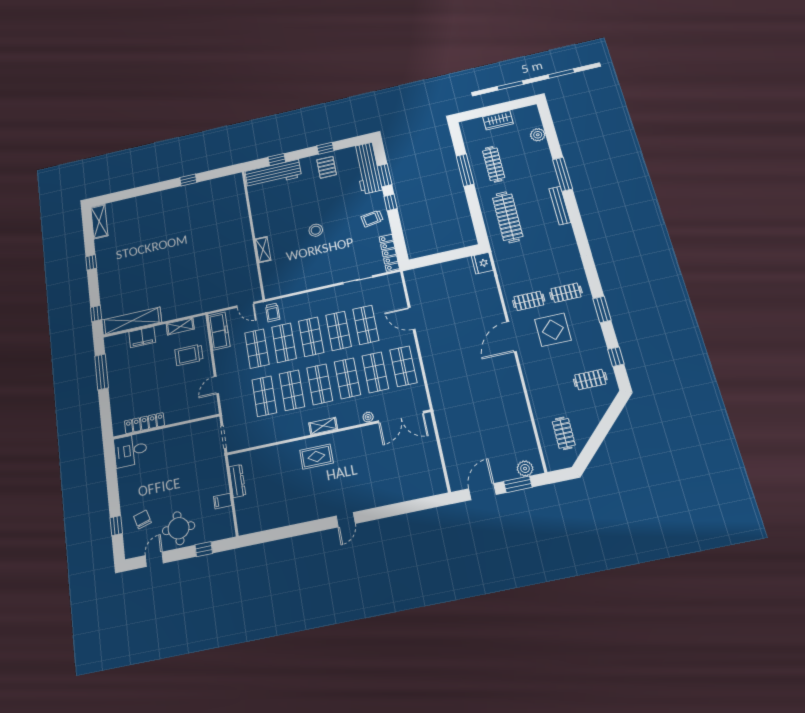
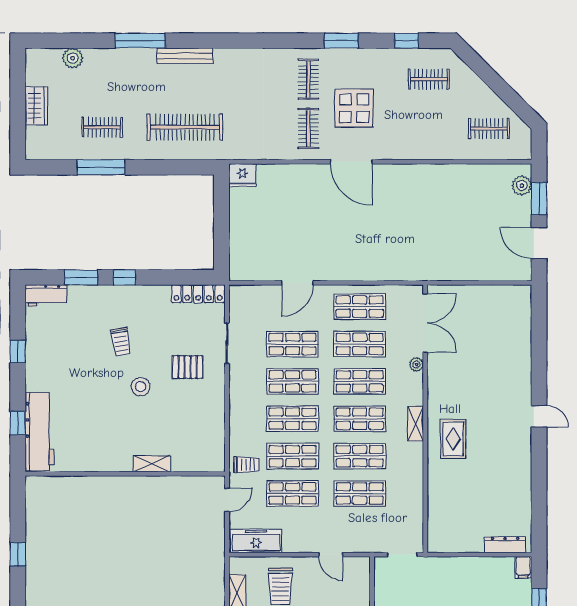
clothes rail: (494, 164) -> (102, 127), width x0.73
pallet: (327, 167) -> (188, 367), moved
workbench: (367, 168) -> (46, 295), width x0.53, depth x0.76
trolley: (372, 219) -> (121, 342), moved
clothes rail: (590, 379) -> (429, 79), turned 90
dresser: (237, 481) -> (505, 545), moved
filing cabinet: (223, 501) -> (523, 567), moved

